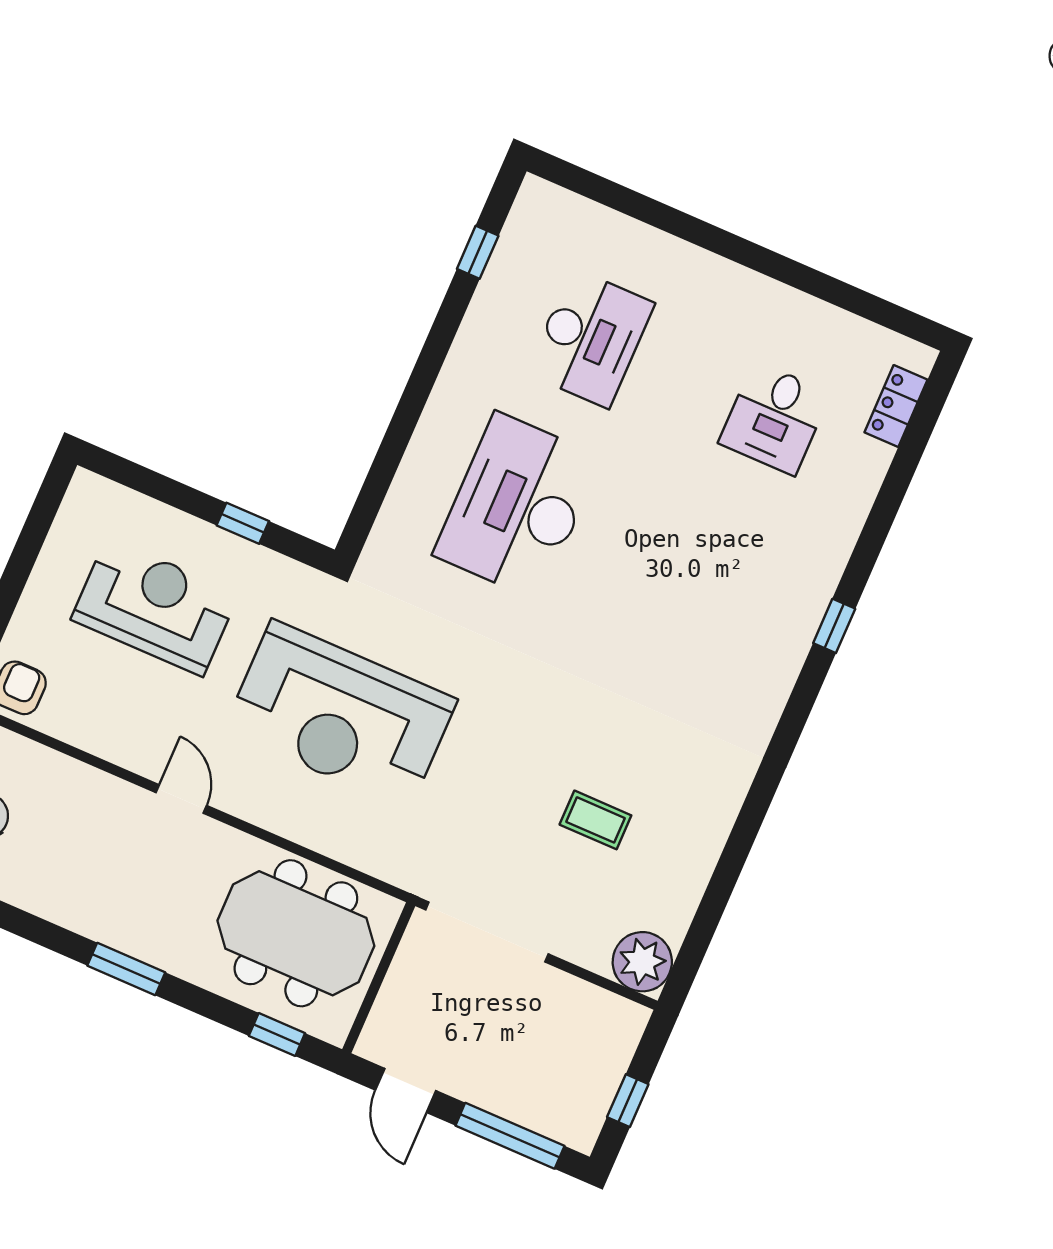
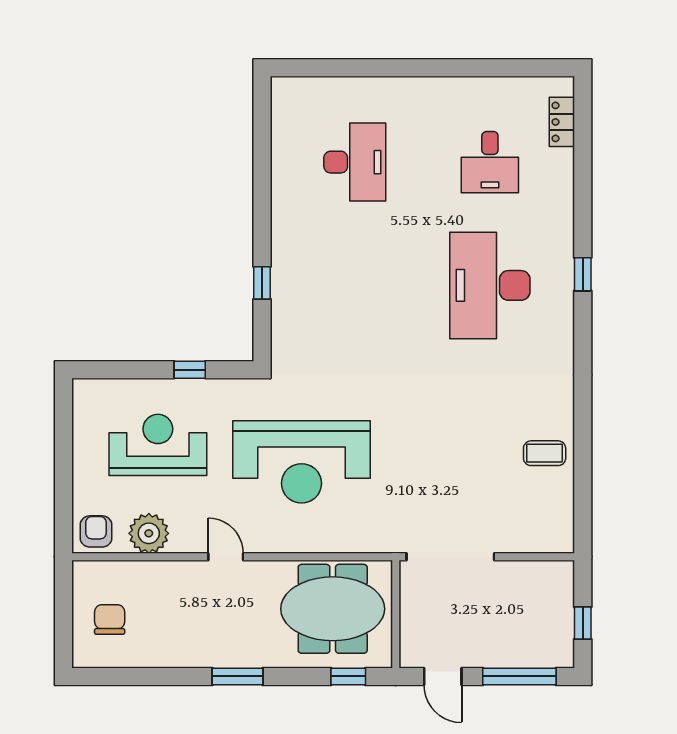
window: (478, 252) -> (262, 283), moved
desk: (517, 506) -> (490, 285), moved
coffee table: (595, 820) -> (545, 453), moved
plant: (642, 962) -> (149, 533), moved

